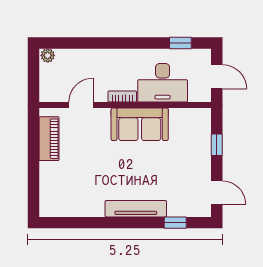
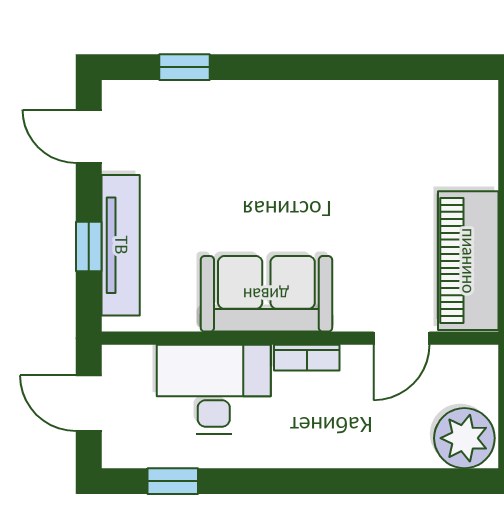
plant: (48, 55) -> (464, 438), width x1.88, depth x1.88
piano: (49, 139) -> (468, 261), width x1.37, depth x1.33
tv unit: (136, 209) -> (121, 245), moved, turned -90

